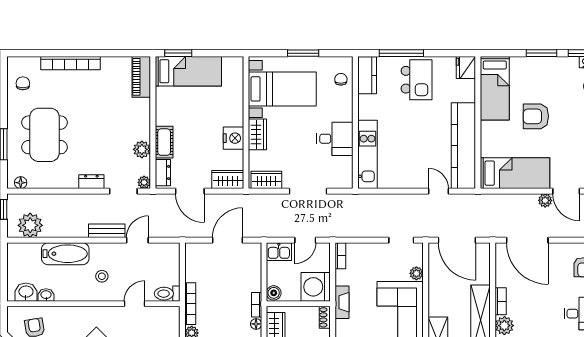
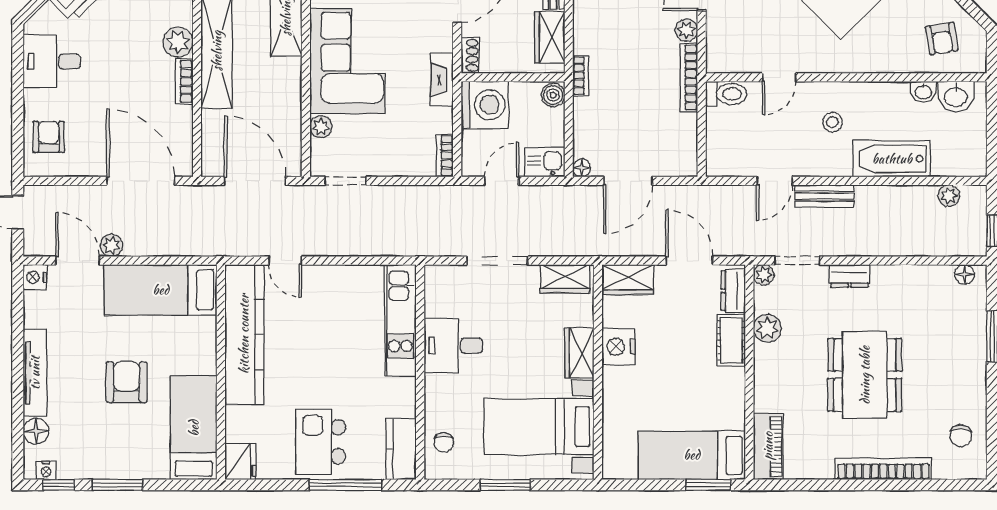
armchair: (536, 116) -> (127, 382), turned -90
dining table: (45, 135) -> (865, 375), moved
plant: (30, 225) -> (949, 196), width x0.53, depth x0.53
floor lamp: (256, 324) -> (582, 168), moved

